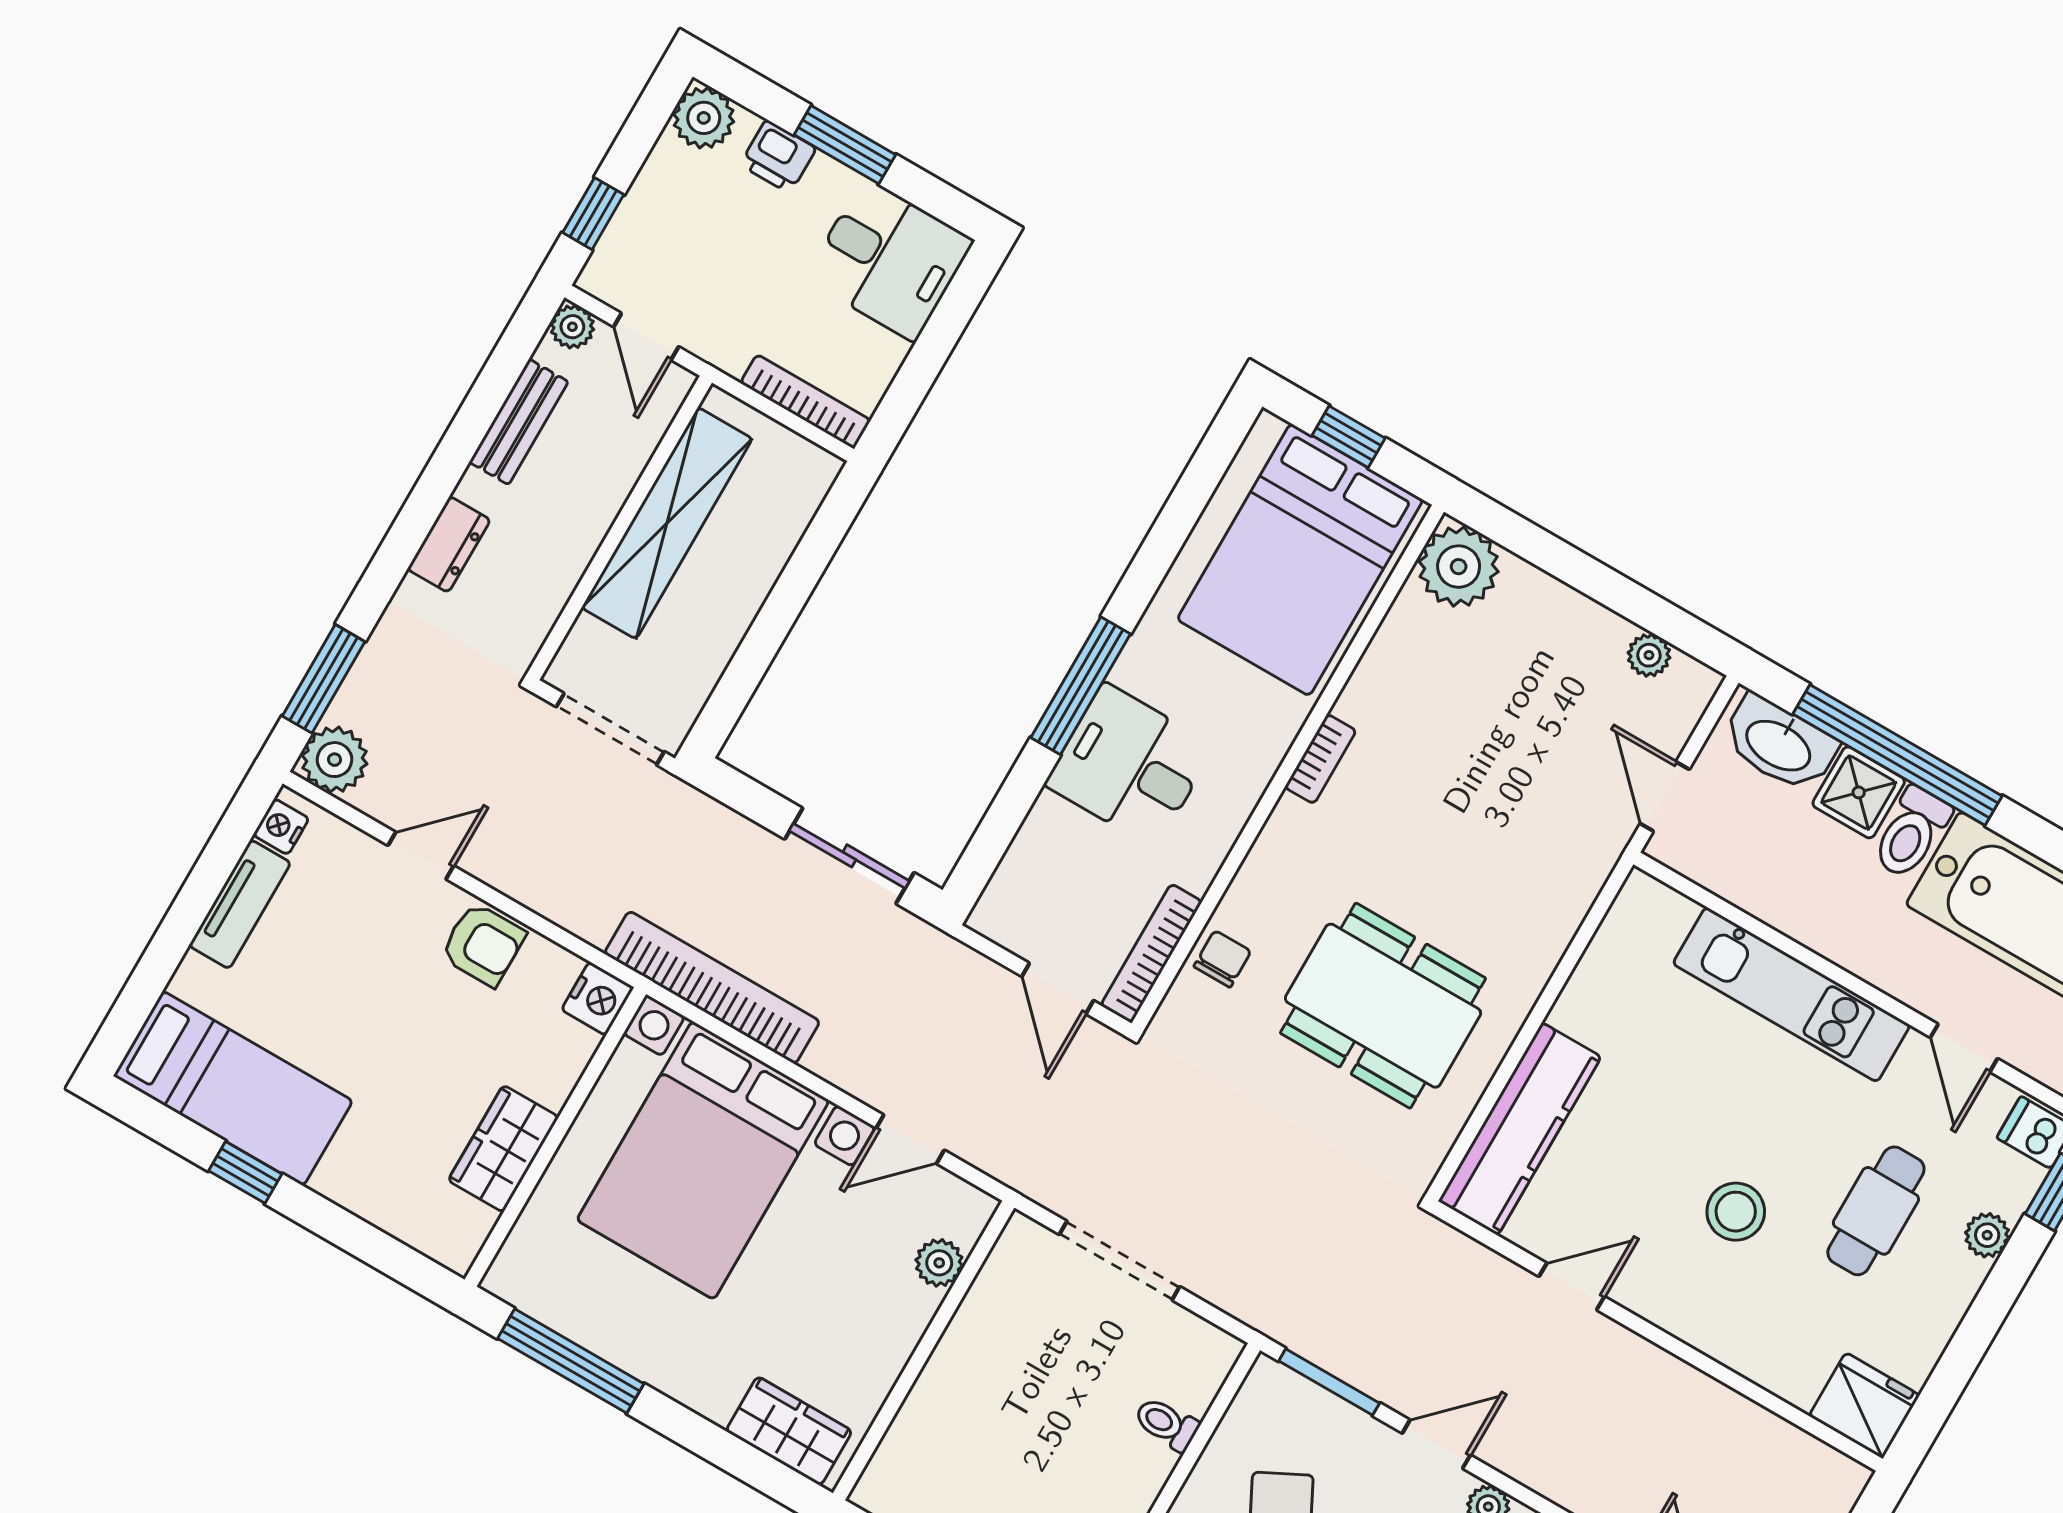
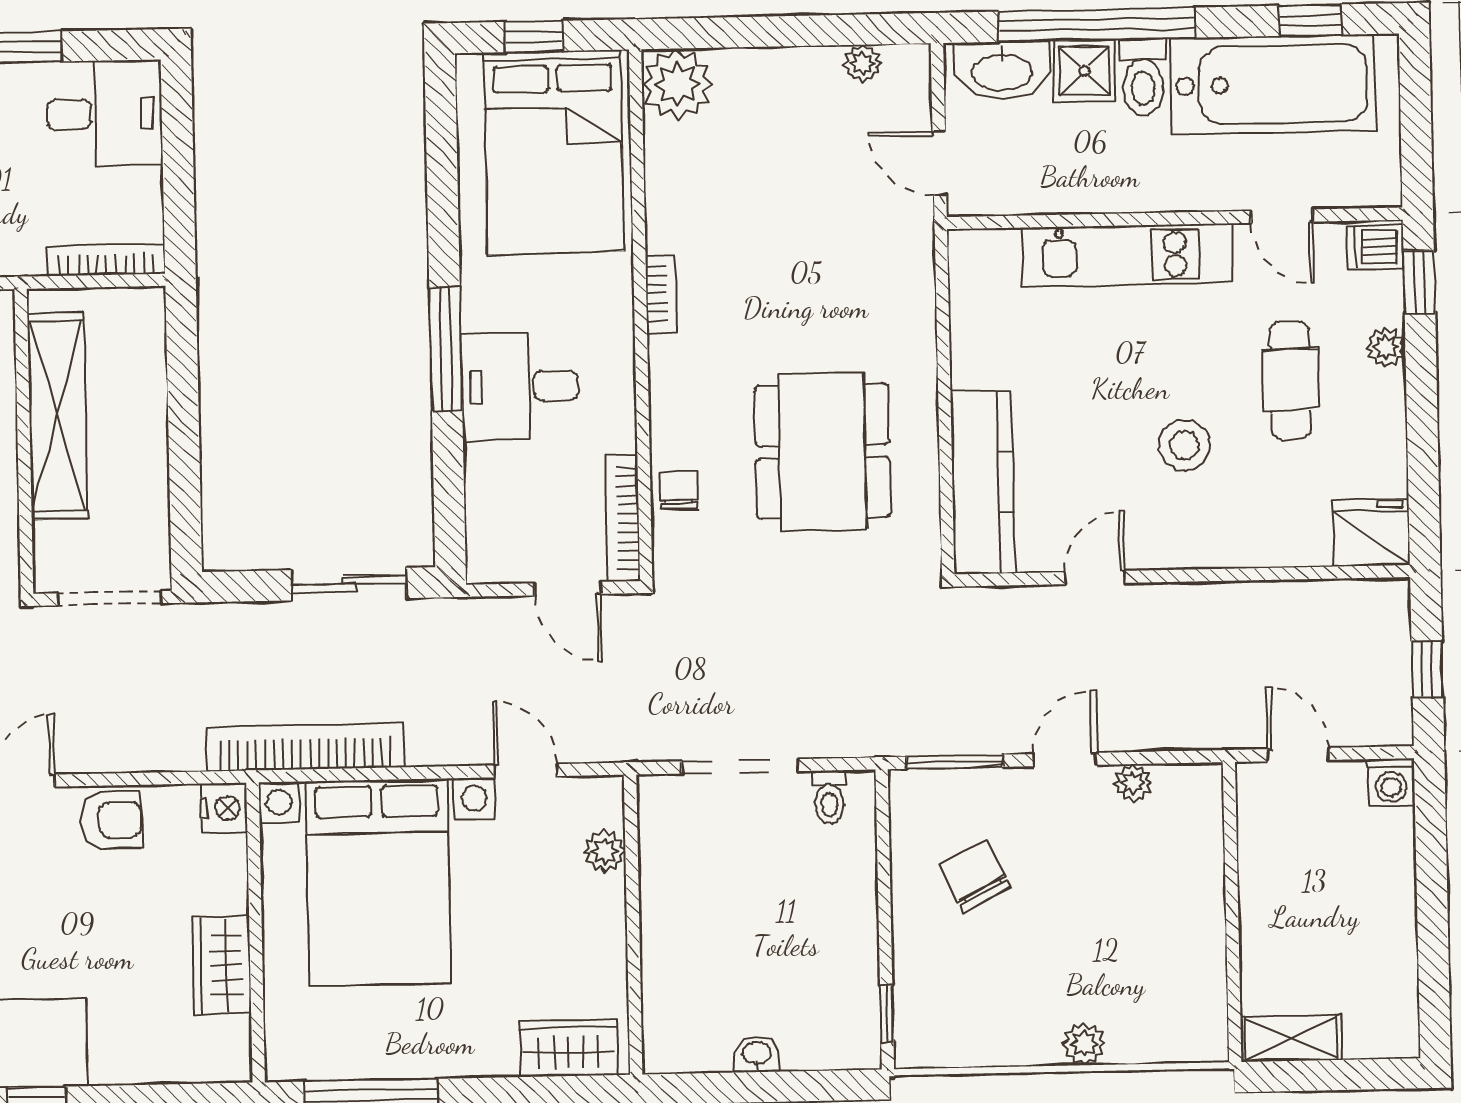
dining table: (1383, 1006) -> (822, 452), turned 90
door: (910, 1139) -> (526, 771), swing flipped
toilet: (1166, 1424) -> (829, 797), moved, turned -90

